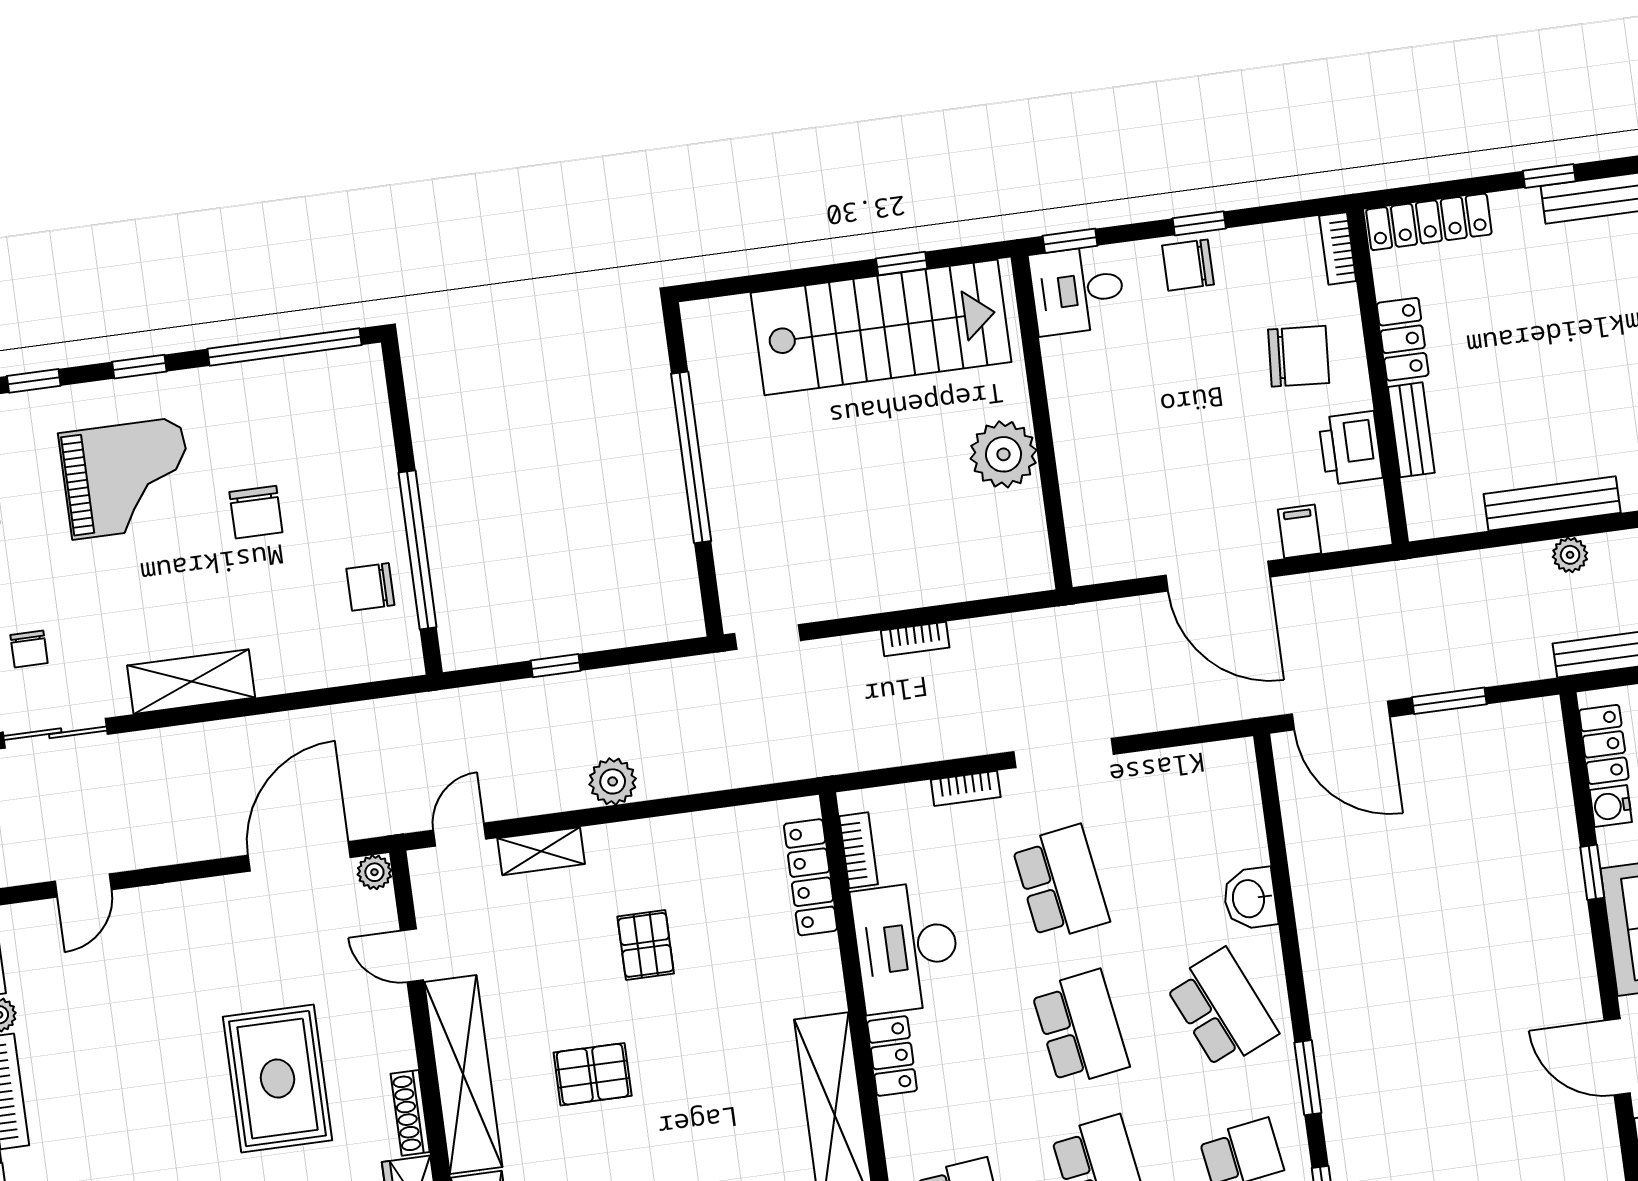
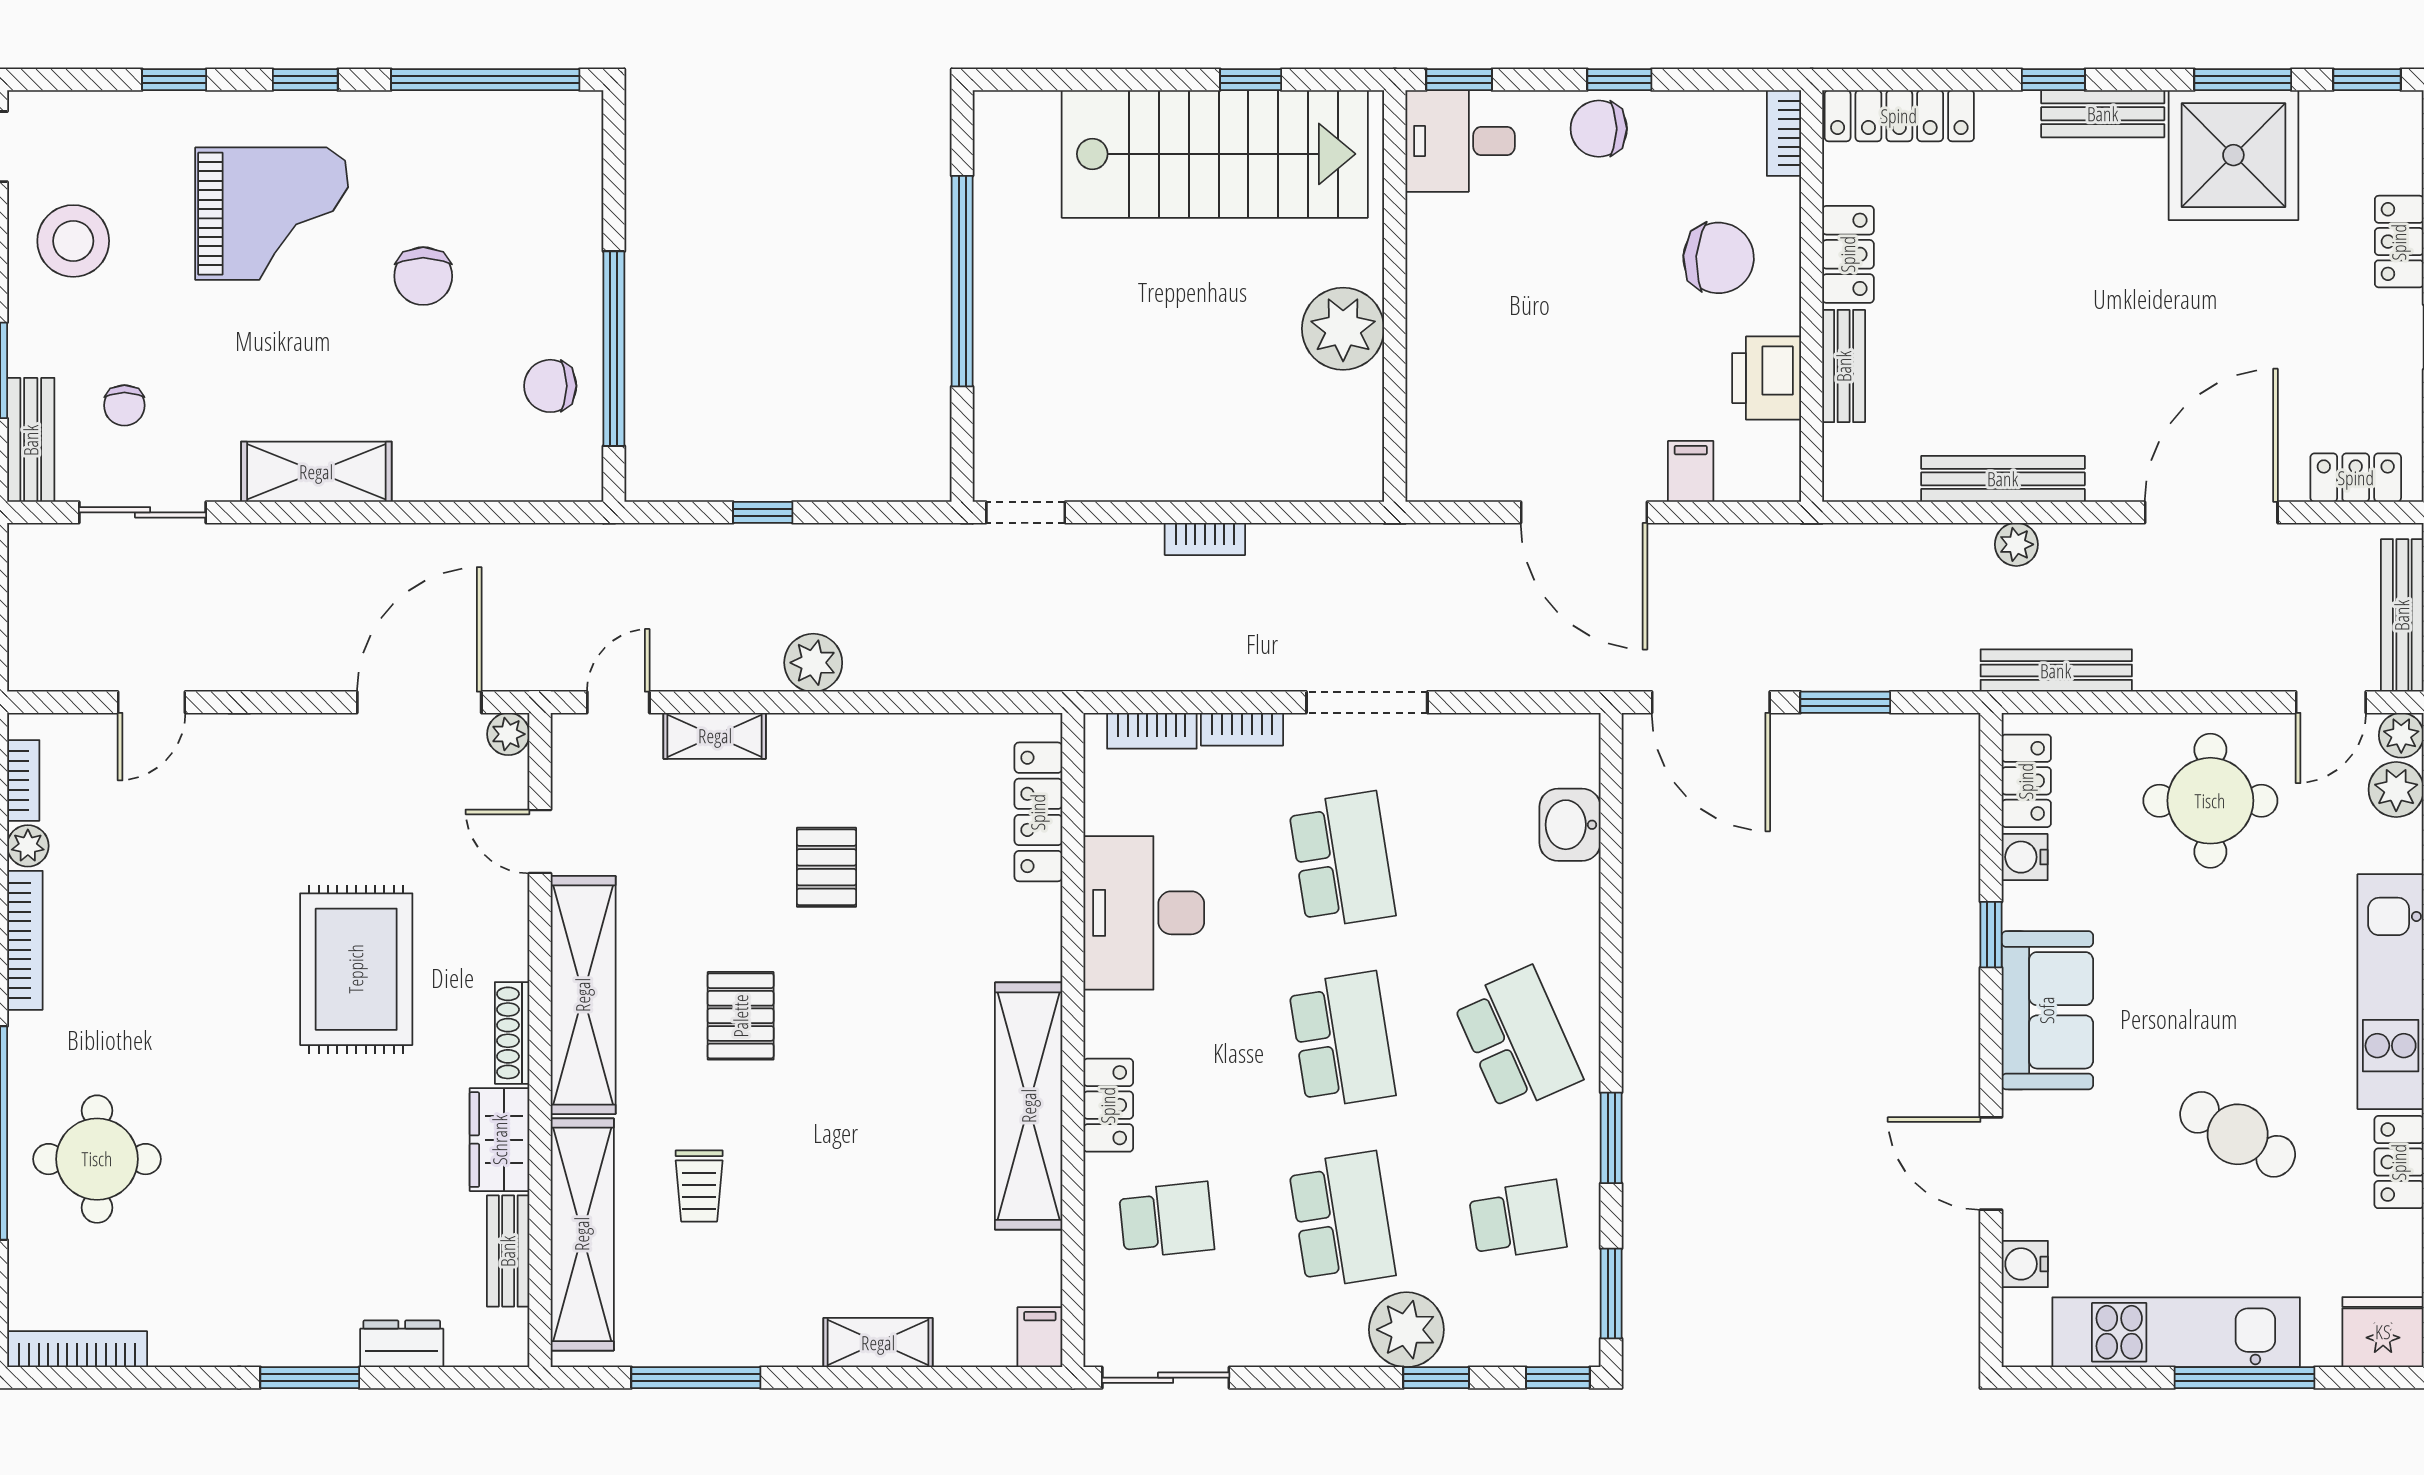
bookcase: (859, 850) -> (1152, 731), moved, turned 90
washbasin: (1250, 898) -> (1570, 825), moved
locker: (892, 1056) -> (1108, 1105), moved
pallet: (593, 1074) -> (741, 1016), turned 90

